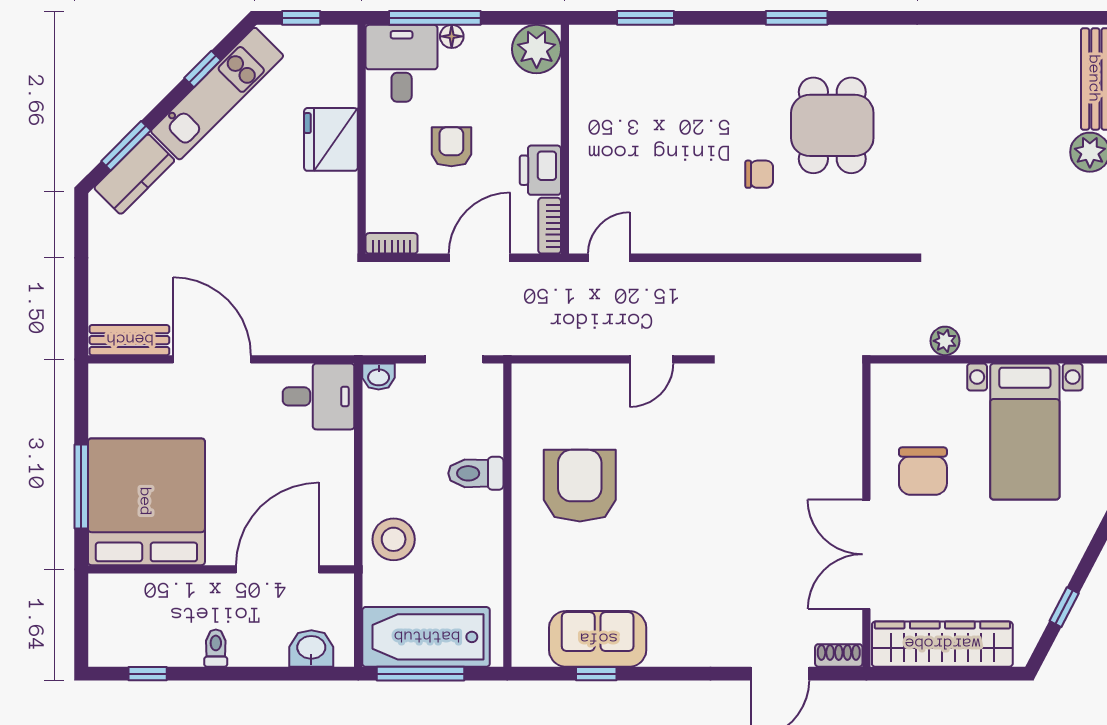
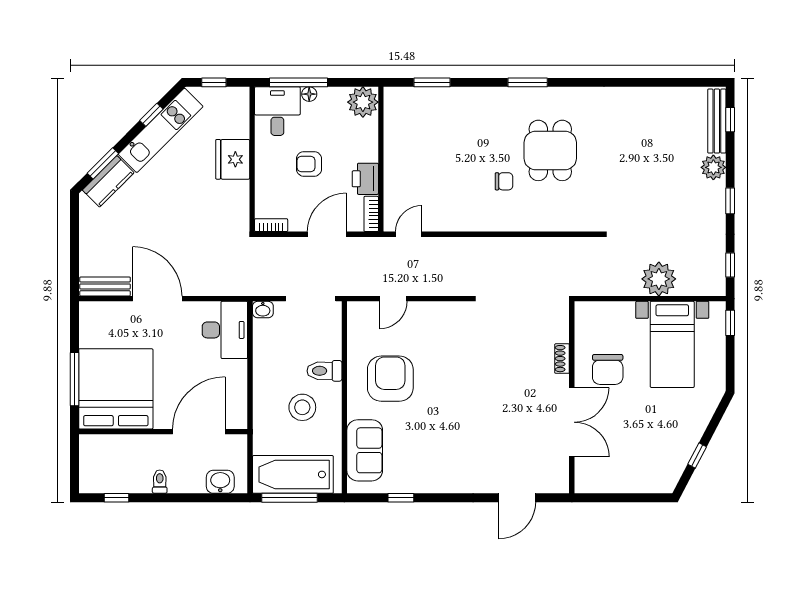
armchair: (451, 147) -> (309, 164), turned -90
plant: (945, 341) -> (659, 279), moved, width x1.88, depth x1.88
doorway: (454, 359) -> (311, 299), width x1.38
door: (651, 359) -> (393, 299), moved
desk: (319, 396) -> (225, 330), width x1.37
stool: (394, 539) -> (302, 407), moved
double door: (866, 554) -> (572, 422), swing flipped
sofa: (598, 639) -> (365, 450), moved, turned 90
wardrobe: (942, 644) -> (620, 479), removed
shoe rack: (839, 655) -> (562, 359), moved, turned -90

